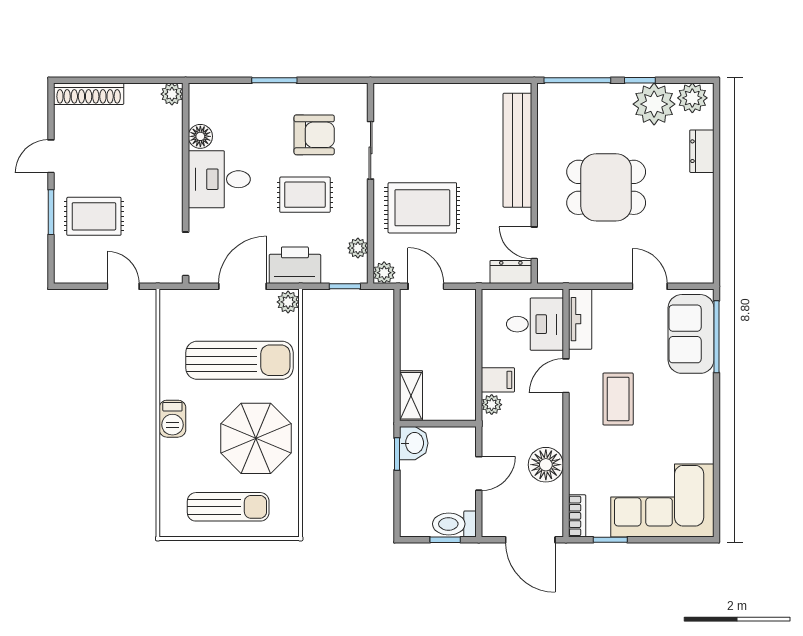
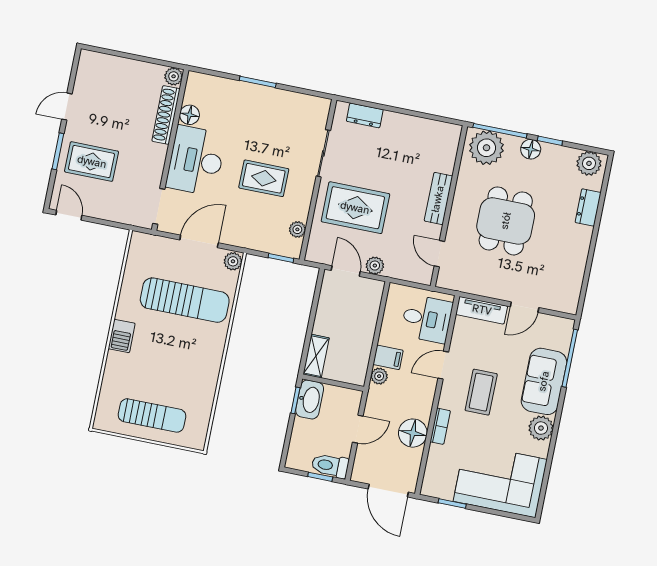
shoe rack: (89, 94) -> (166, 115), moved, turned 90
floor lamp: (619, 95) -> (531, 149), added
plant: (654, 104) -> (487, 148), moved
armchair: (314, 135) -> (281, 132), removed
bench: (517, 150) -> (438, 199), width x0.54, depth x0.82
desk: (219, 179) -> (196, 161), width x1.37
dining table: (606, 187) -> (506, 221), turned 90
printer: (295, 265) -> (244, 233), removed
dresser: (511, 272) -> (365, 115), moved, turned 180
plant: (384, 273) -> (375, 266), moved
door: (123, 286) -> (69, 215), moved
door: (650, 286) -> (525, 307), swing flipped
tv unit: (580, 319) -> (482, 310), moved, turned 90
sofa: (691, 334) -> (544, 381), moved
plant: (699, 428) -> (541, 428), added
parasol: (256, 438) -> (185, 365), removed
washbasin: (414, 443) -> (310, 400), width x1.38
bookcase: (577, 516) -> (440, 426), moved

